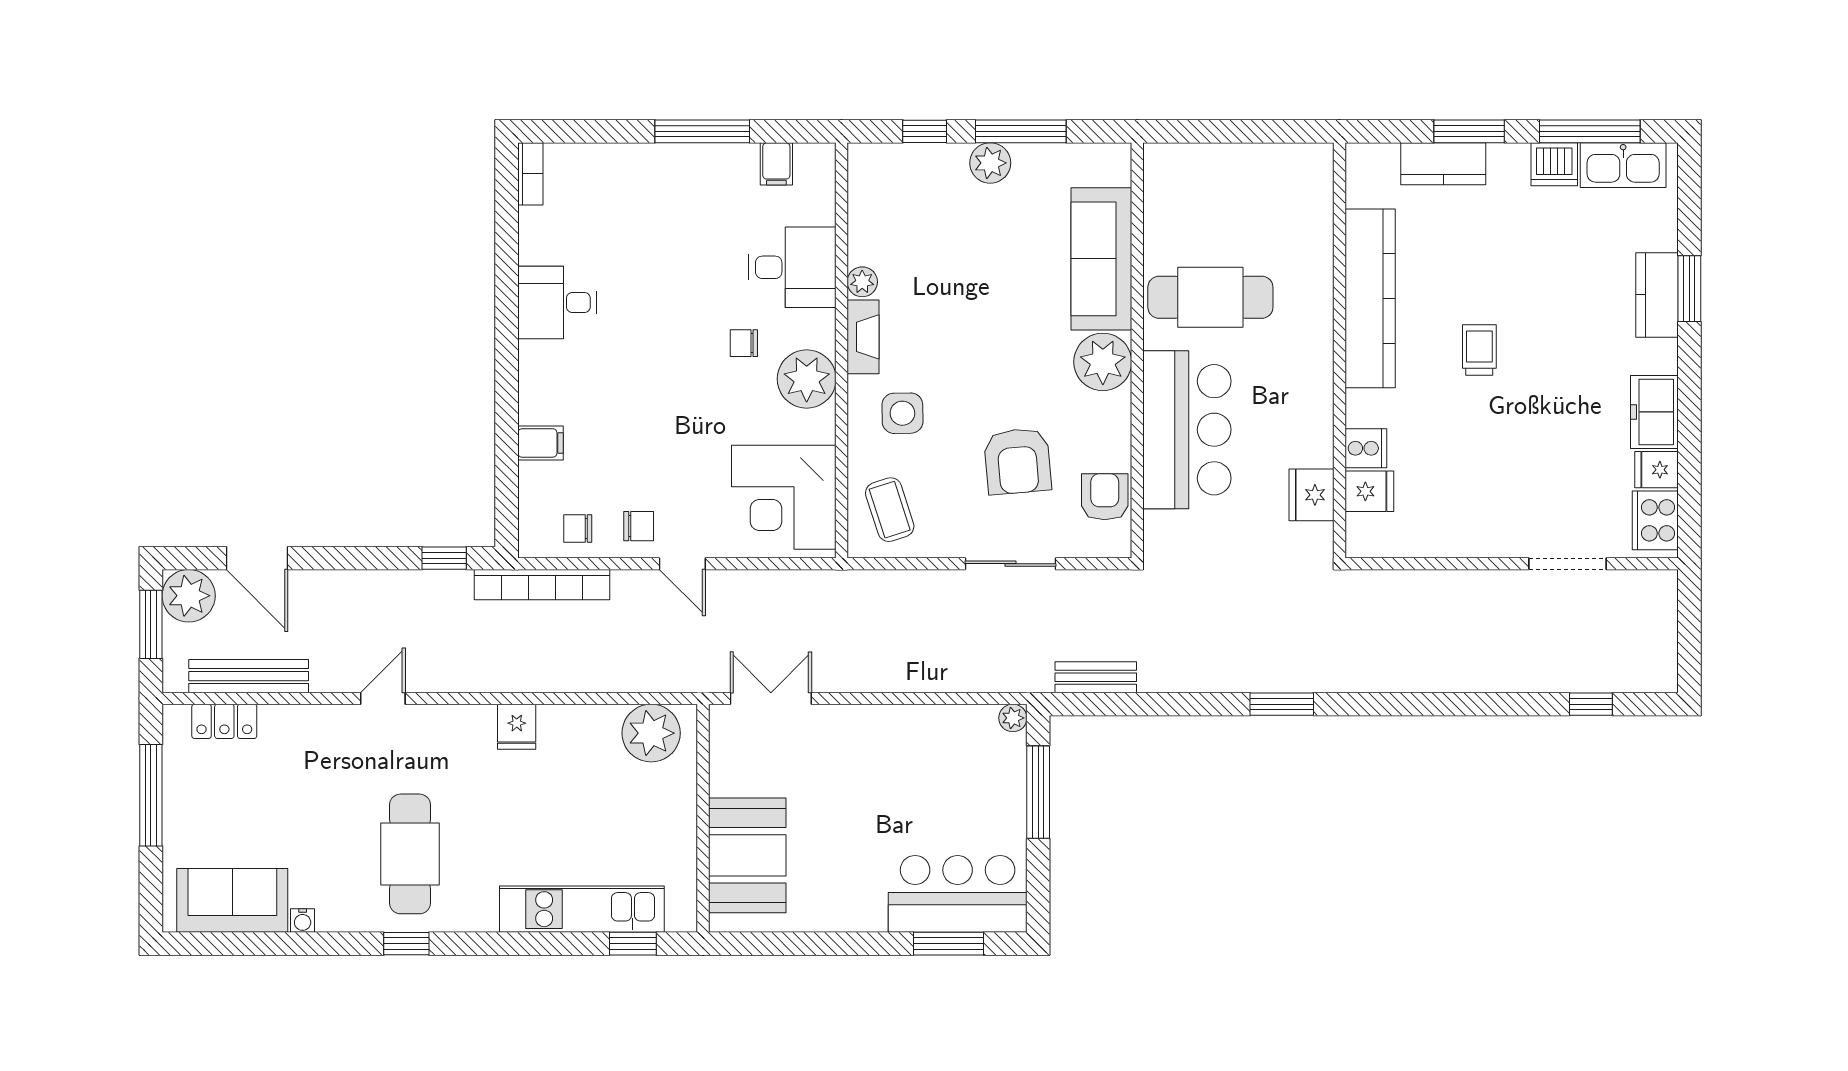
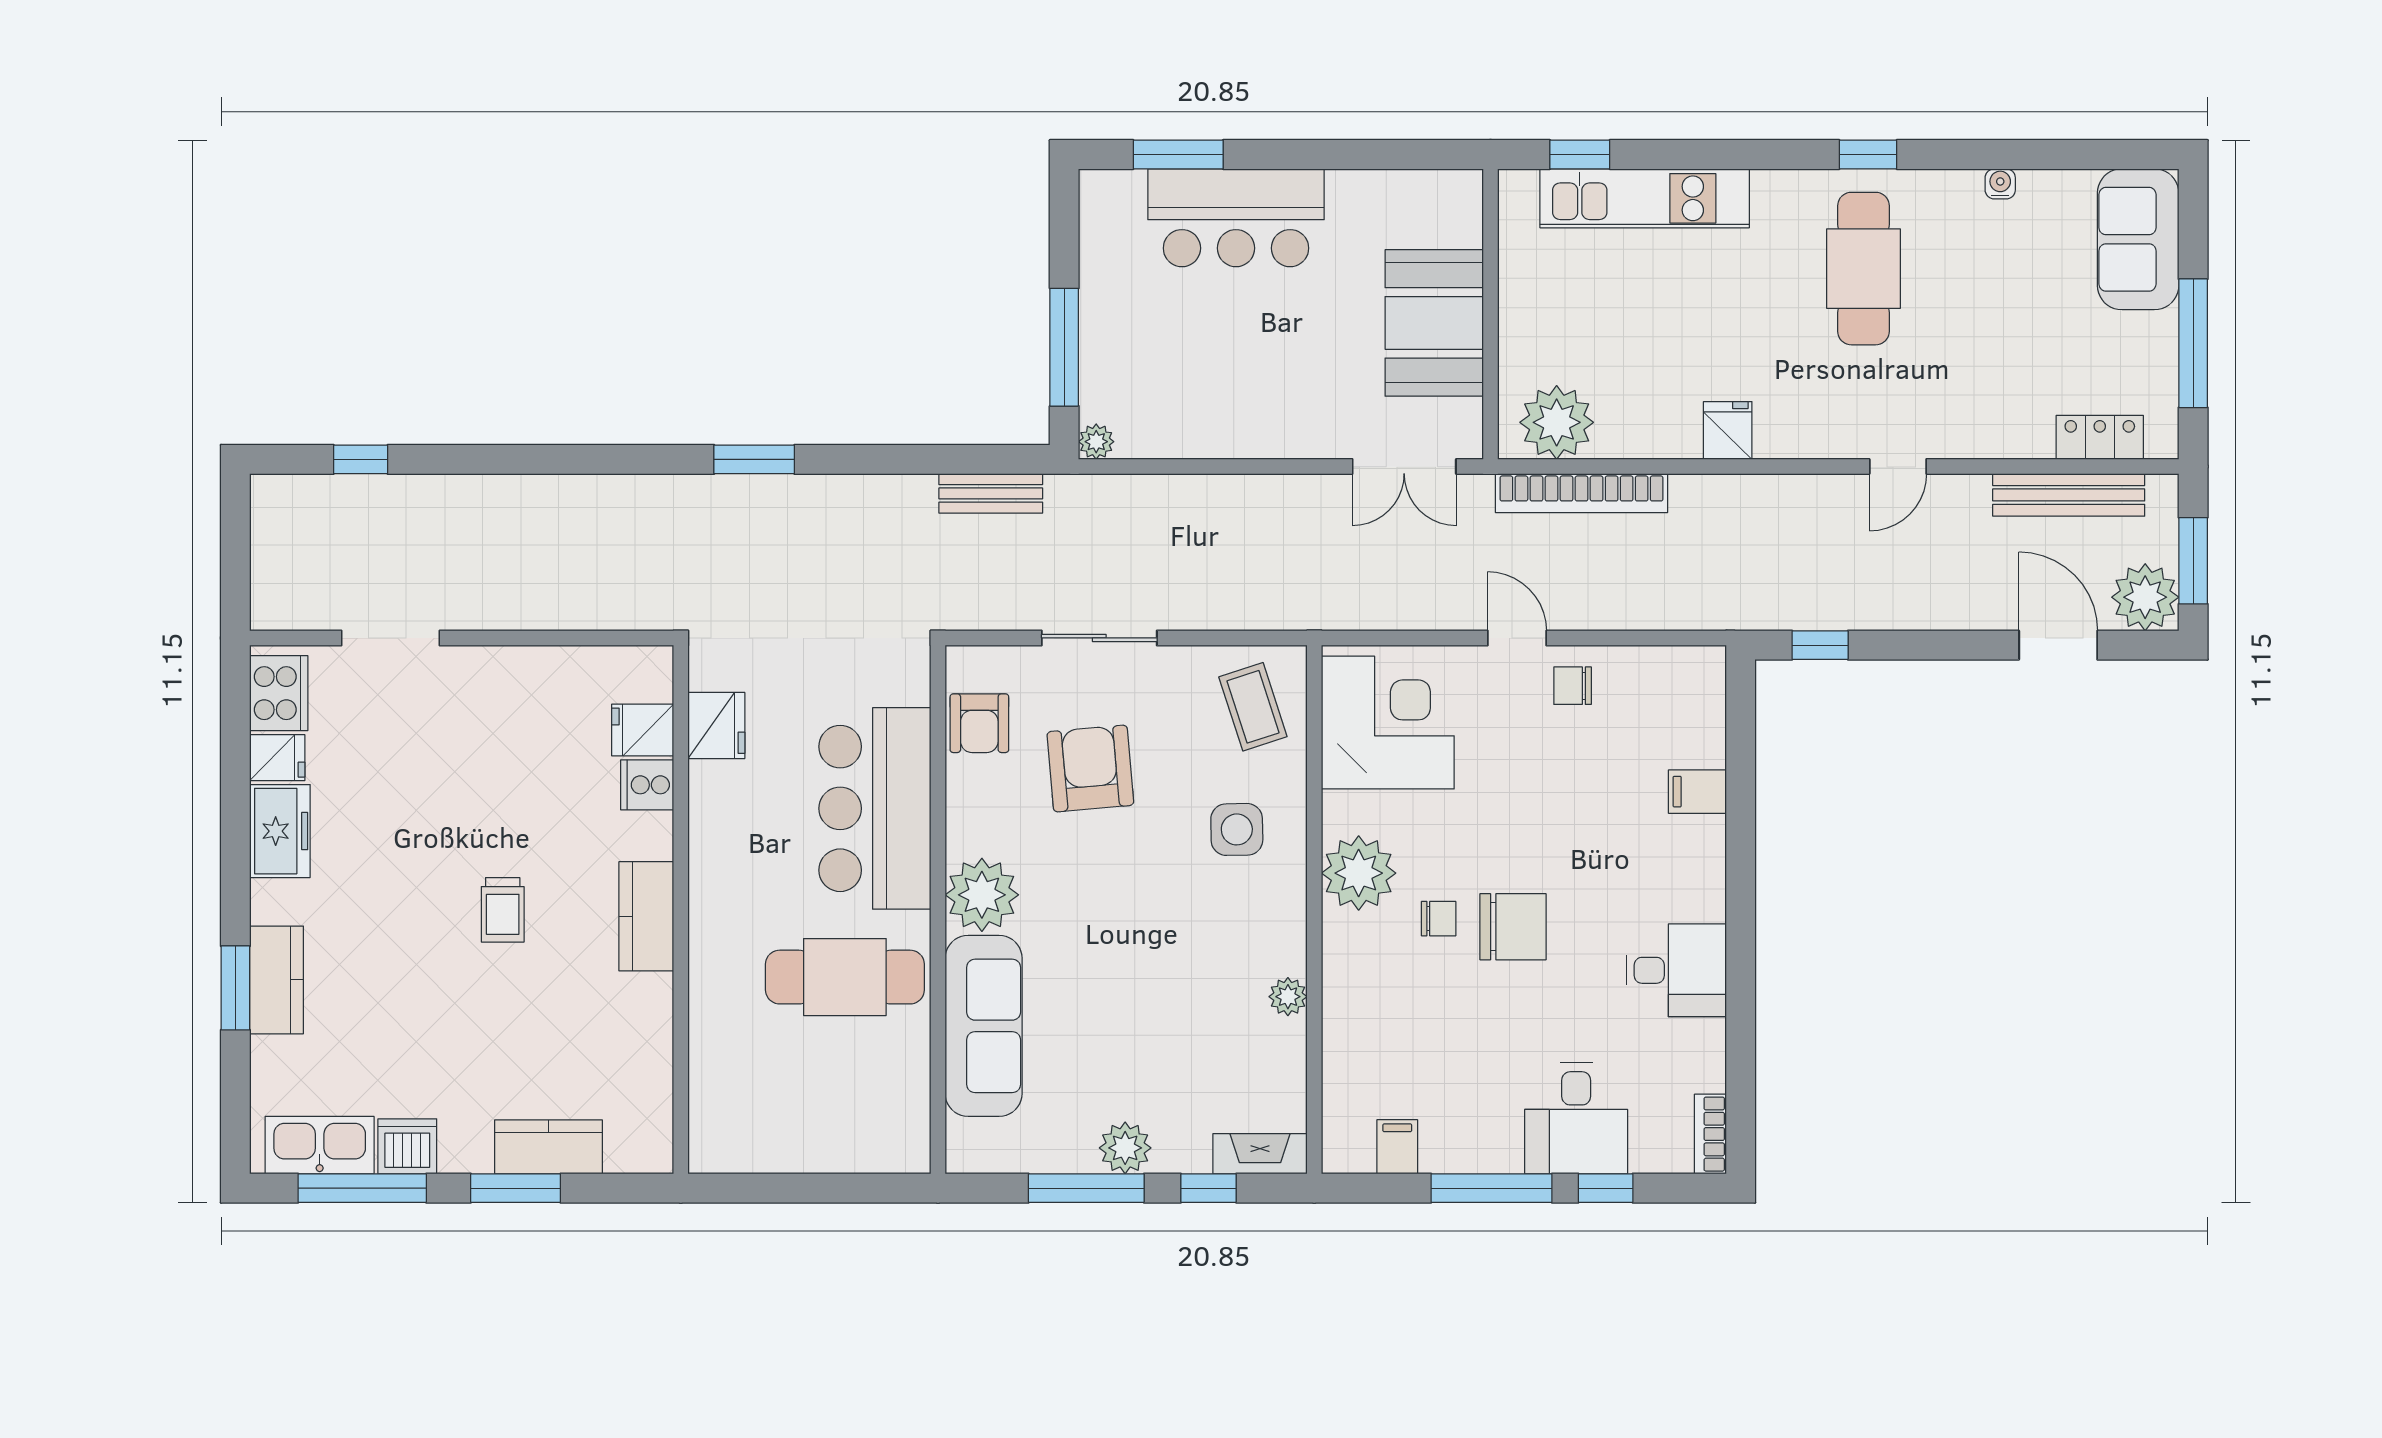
window: (613, 131) -> (1606, 1188), added
desk: (792, 267) -> (1576, 1118), moved, turned -90
kitchen counter: (1370, 298) -> (646, 916), width x0.48, depth x0.86
fireplace: (863, 337) -> (1260, 1154), moved, turned 90
chair: (578, 528) -> (1513, 927), moved, width x1.87, depth x1.87
bookcase: (542, 585) -> (1582, 493), moved, turned 180
booth: (747, 855) -> (1434, 323), moved
bar counter: (958, 894) -> (1236, 218), moved
sofa: (232, 900) -> (2138, 239), moved, turned 90

